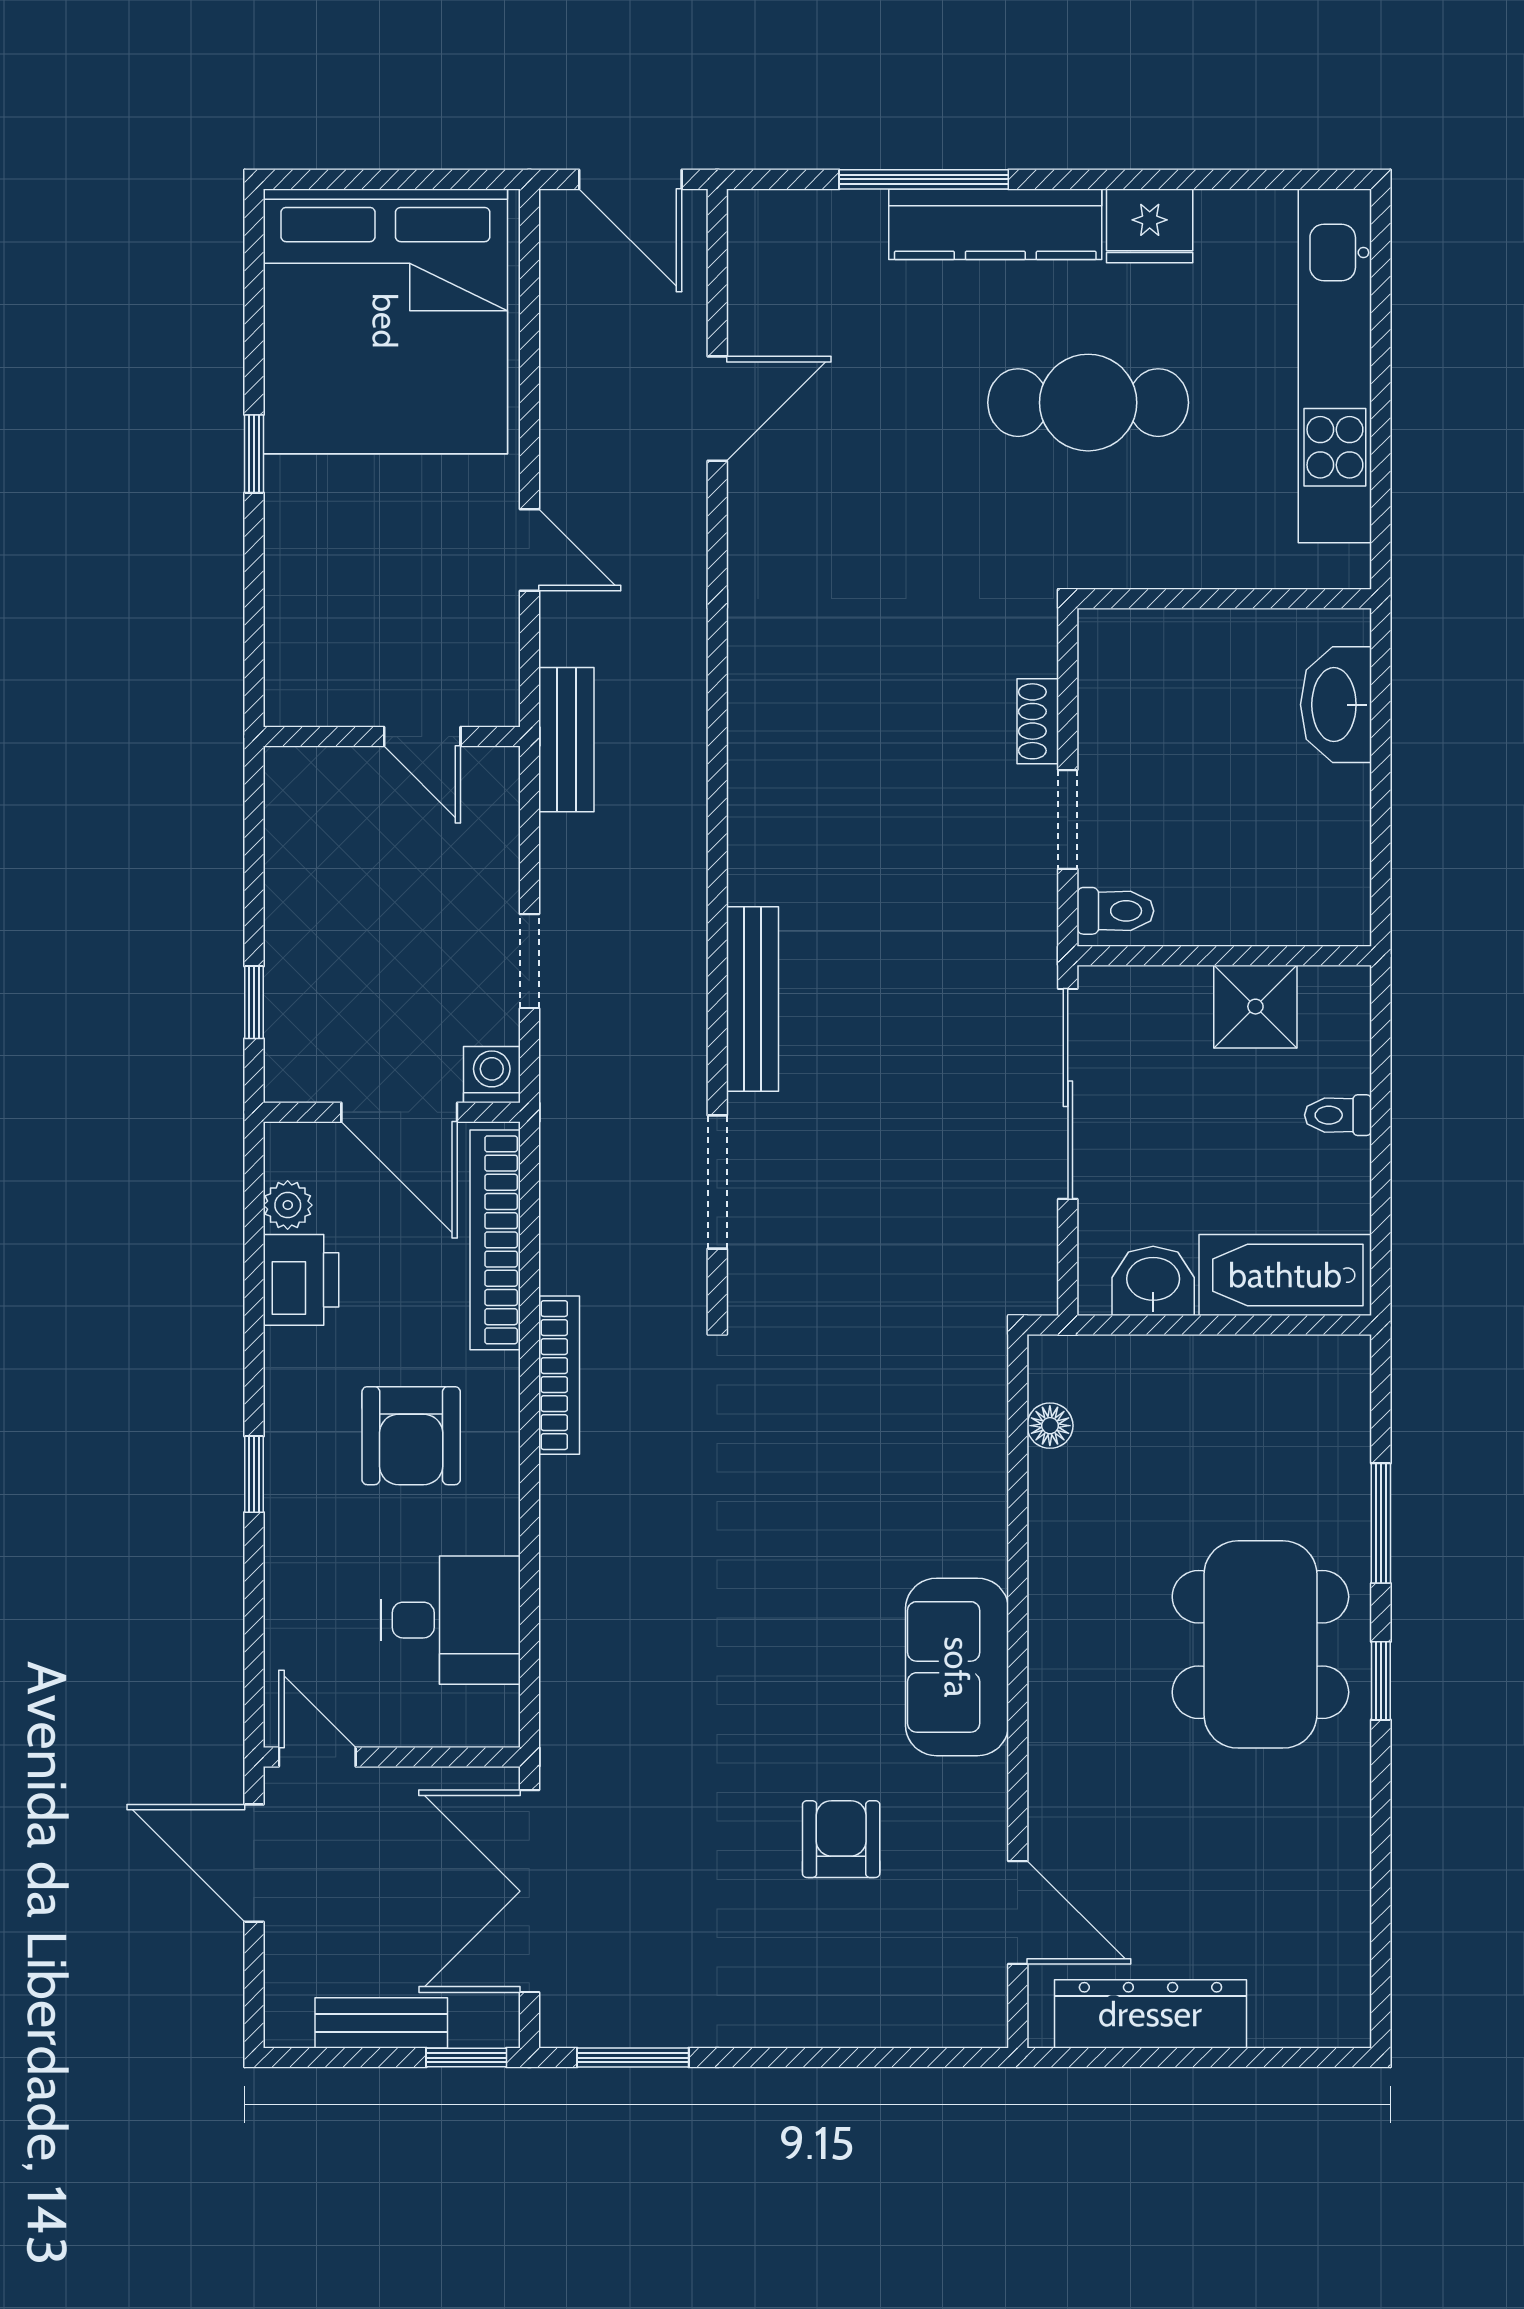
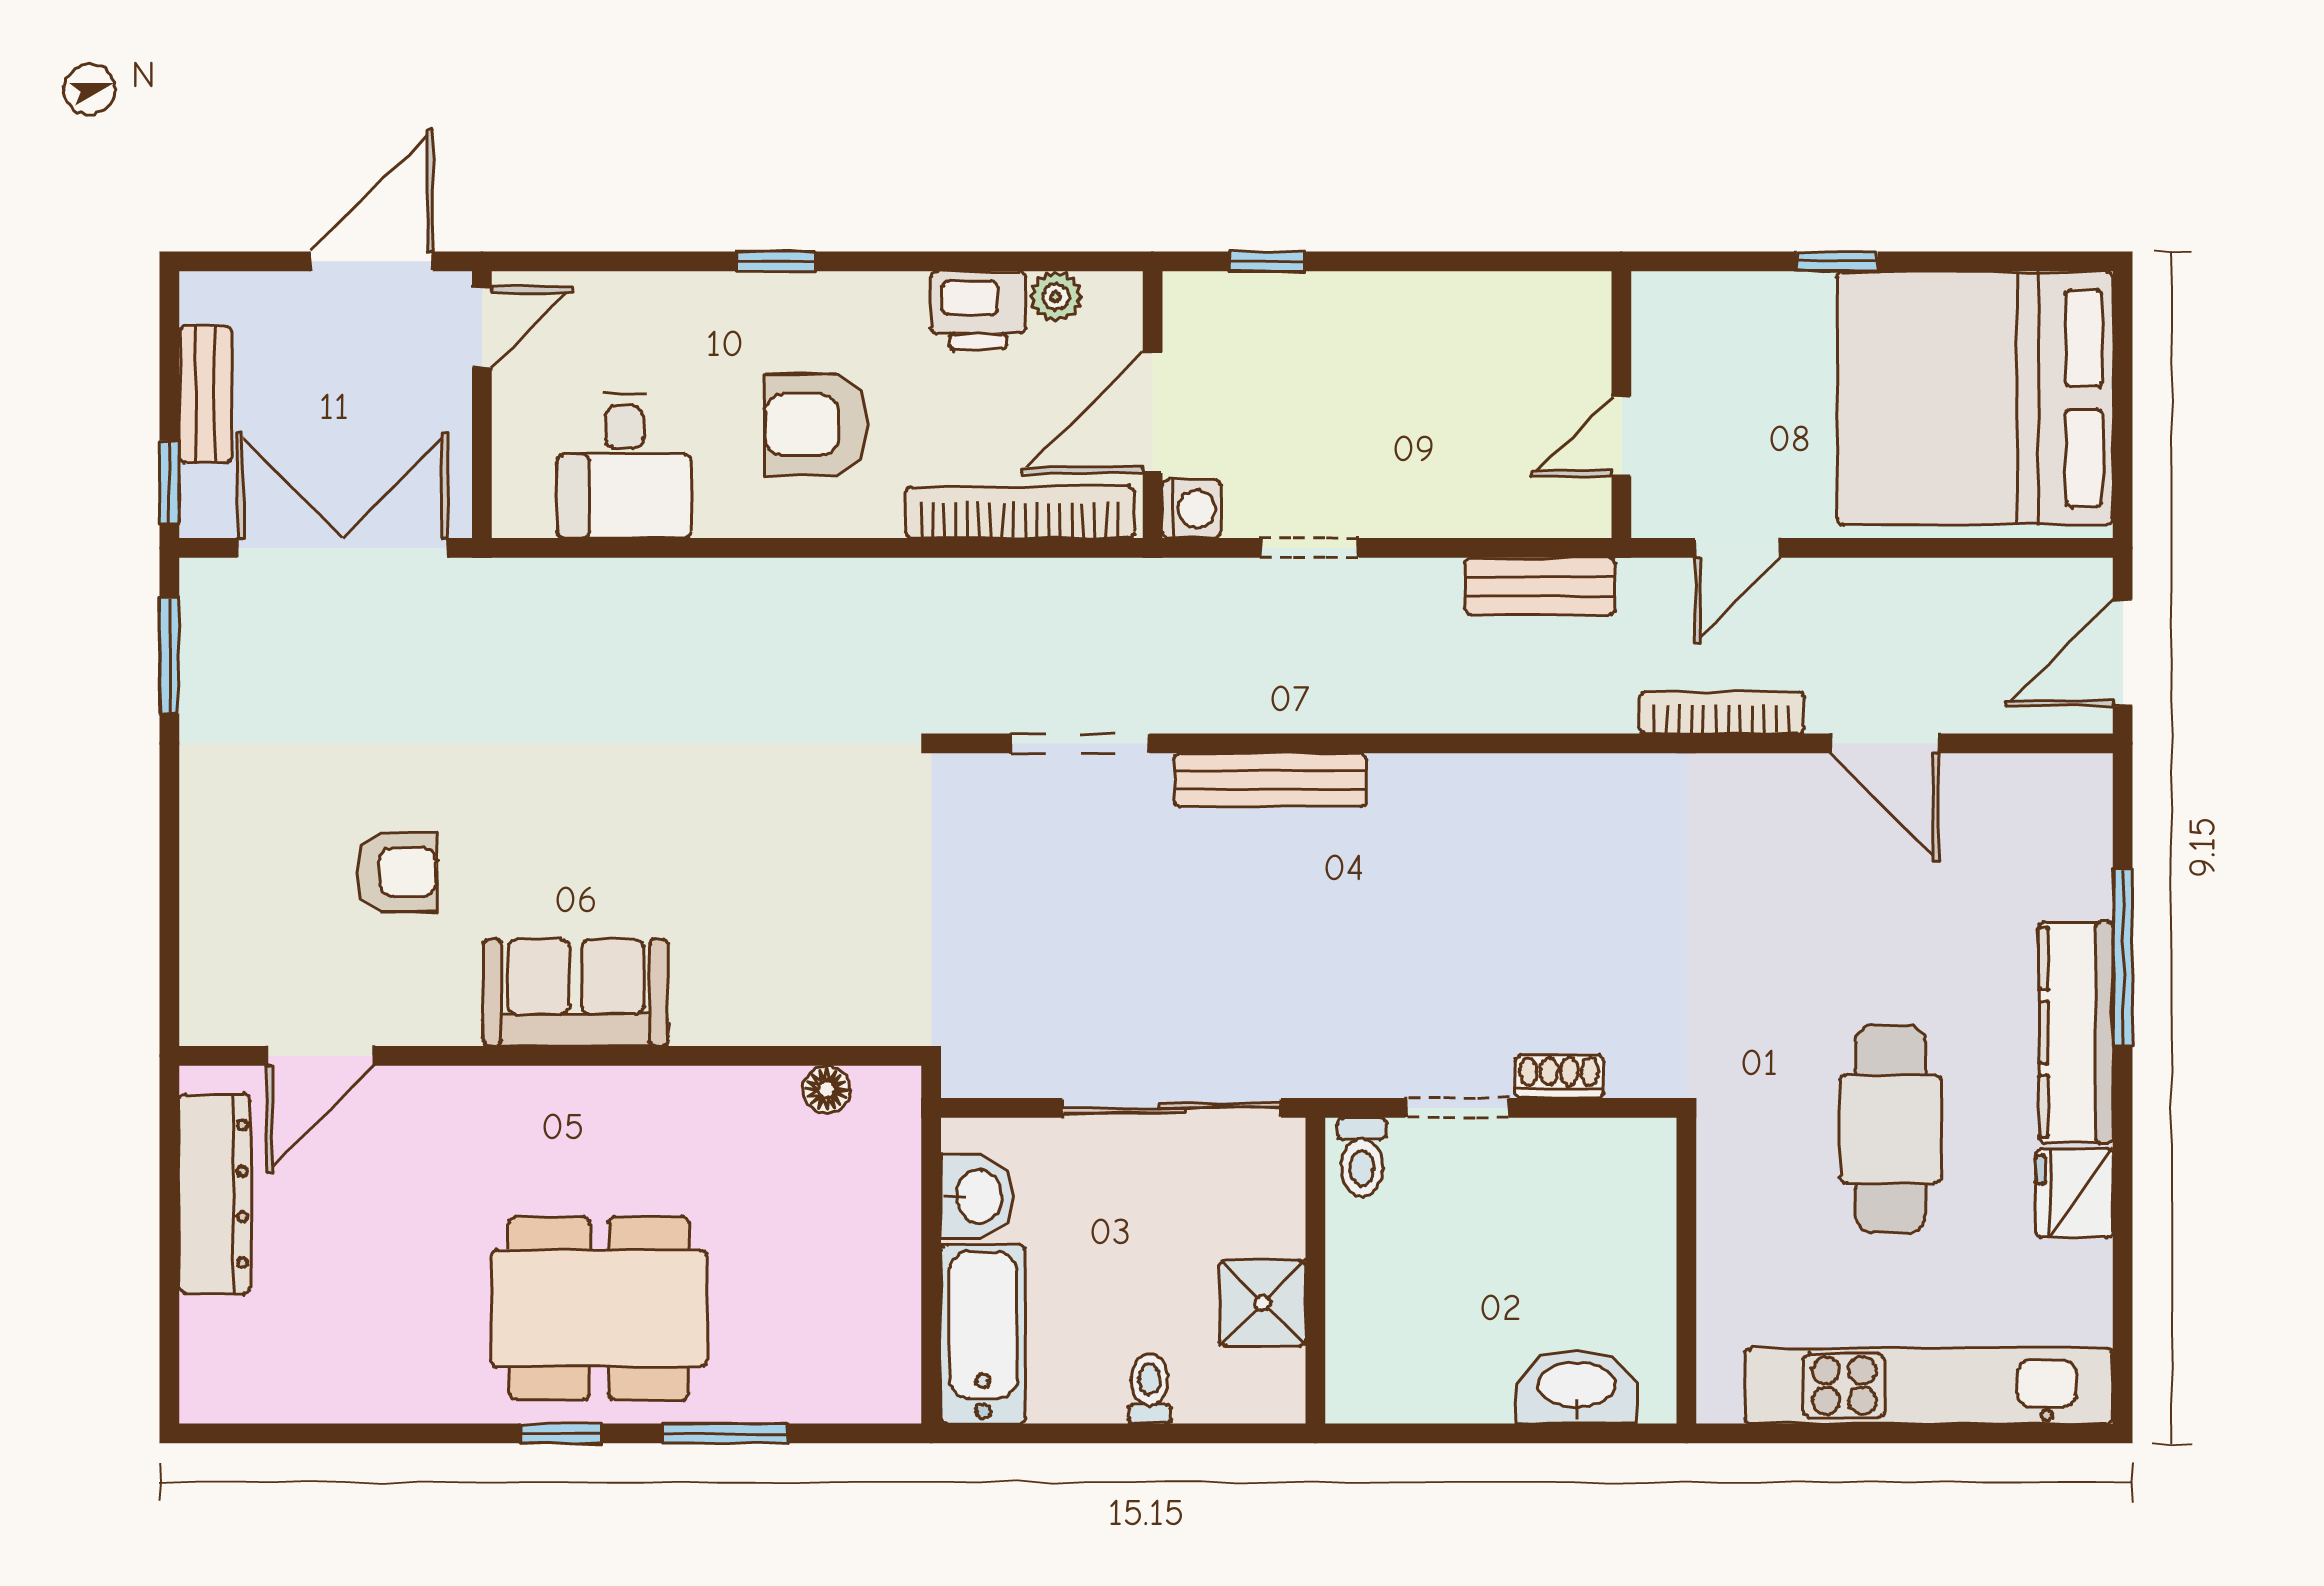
wall: (392, 737) -> (1621, 405), moved
door: (422, 737) -> (1621, 436), moved
bookcase: (559, 1375) -> (1722, 712), moved, turned 180

